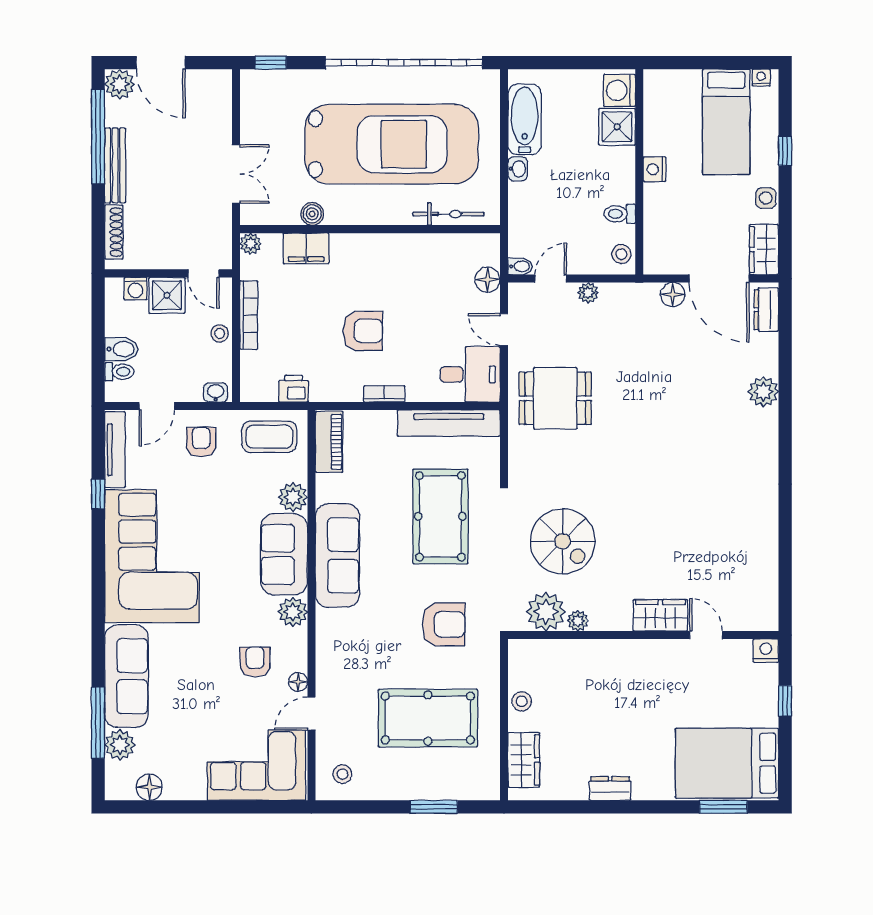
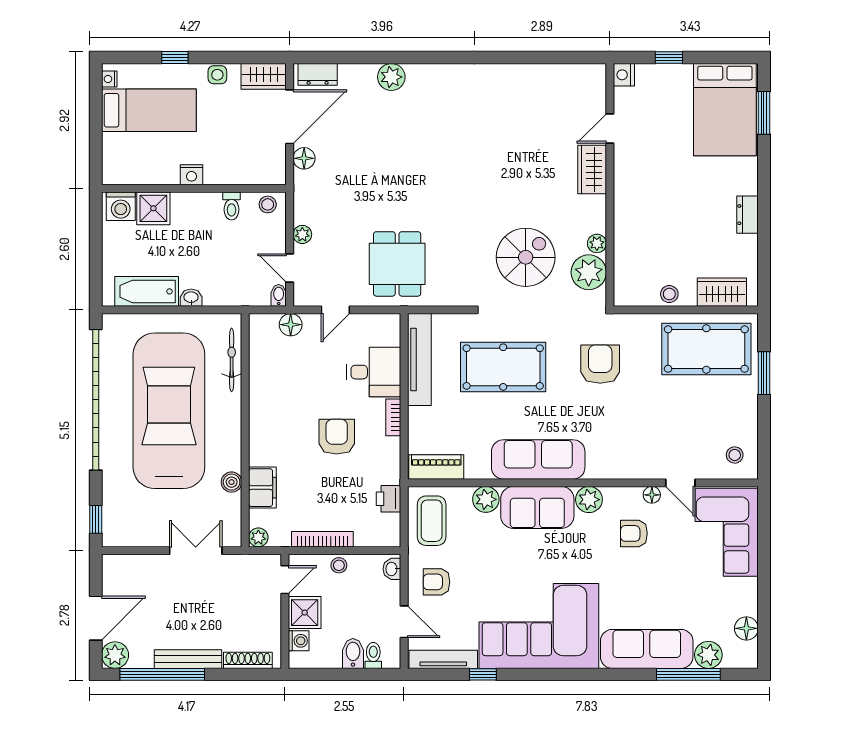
desk: (470, 374) -> (374, 372), moved, turned 90
pool table: (428, 718) -> (706, 349), moved, turned 90

